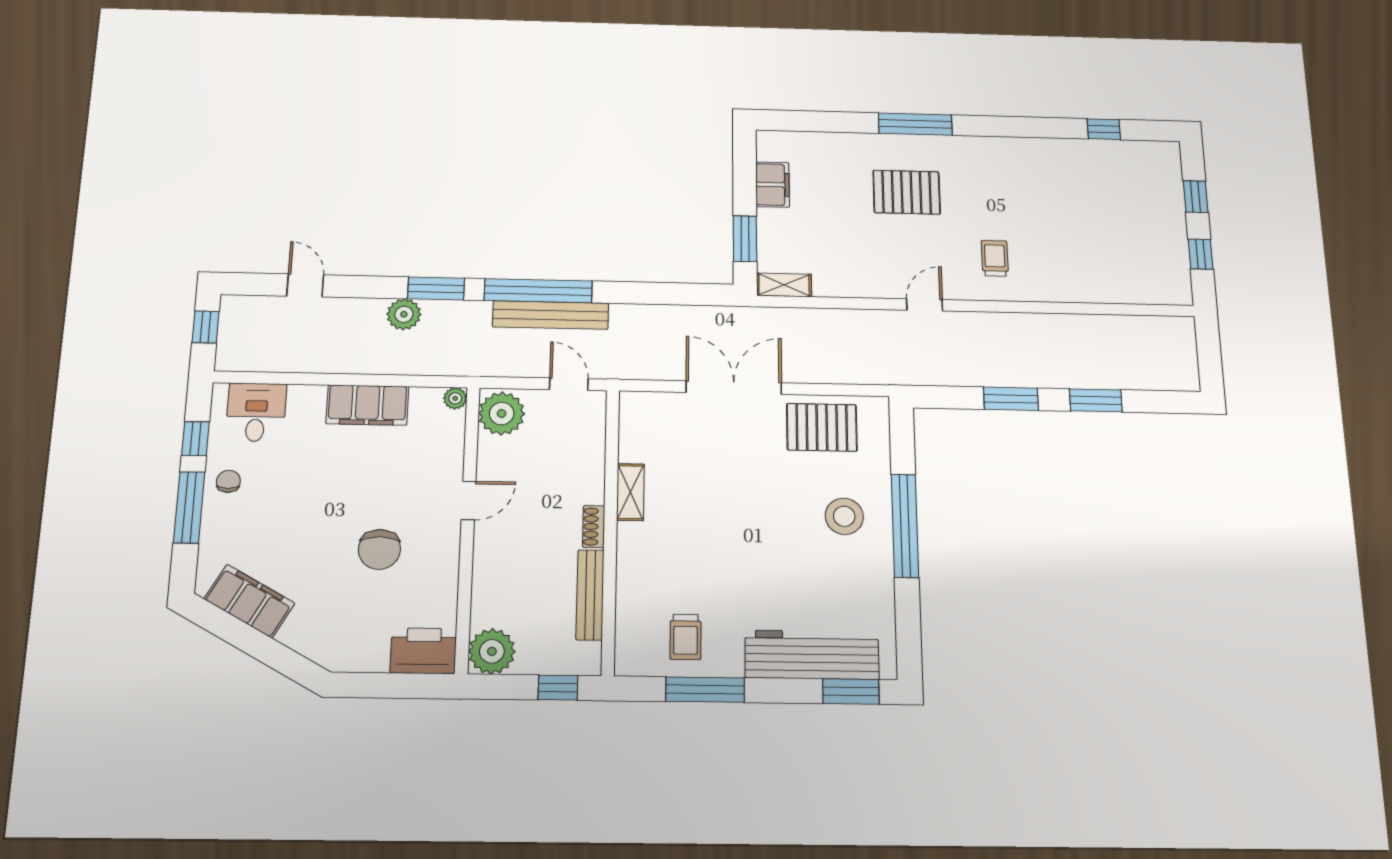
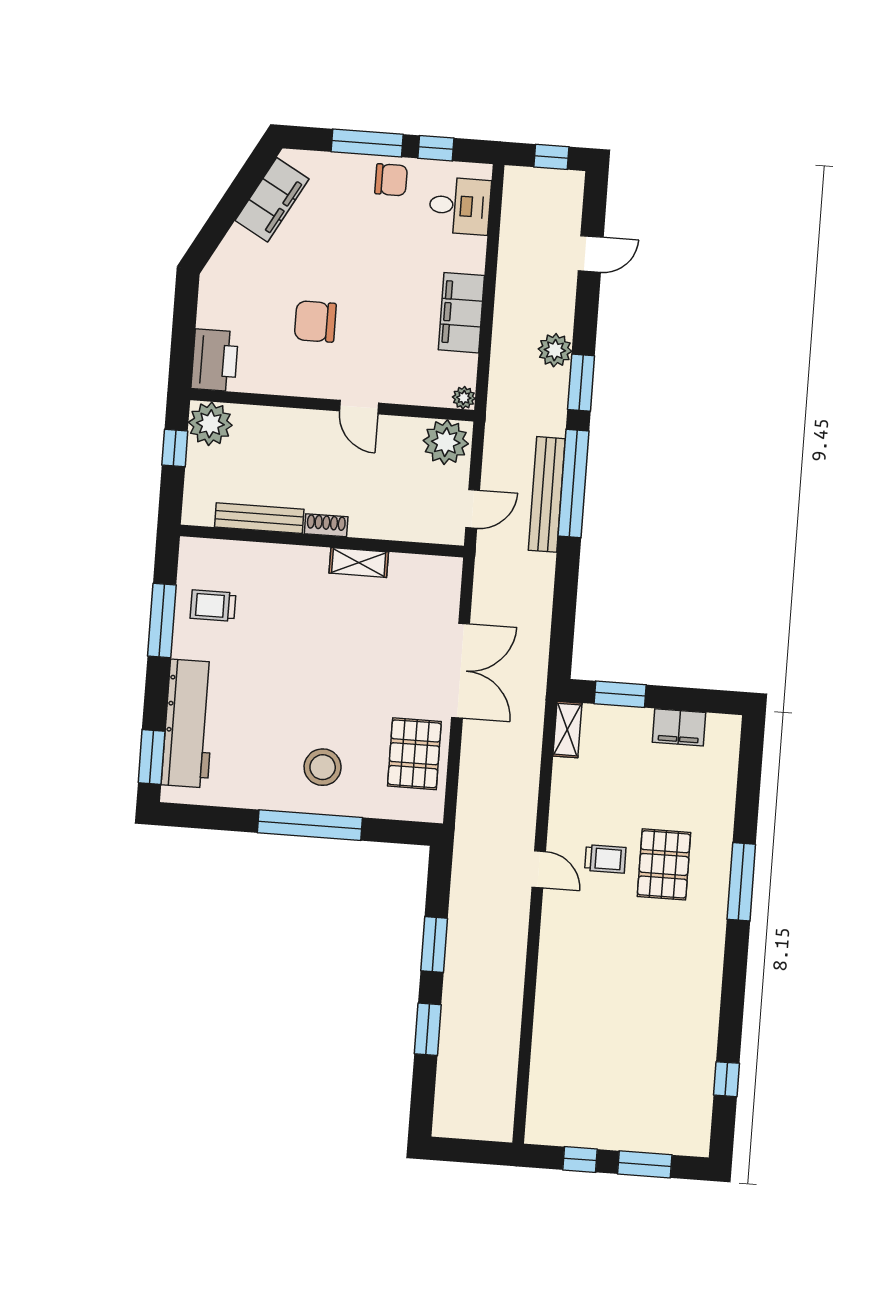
window: (1196, 197) -> (645, 1164), width x1.50
trolley: (995, 258) -> (605, 859), moved
chair: (228, 481) -> (391, 180), width x1.37, depth x1.37
window: (558, 688) -> (175, 448), moved

